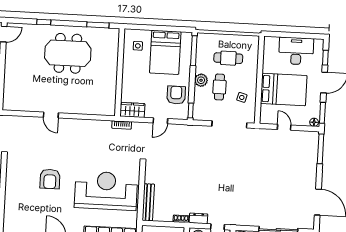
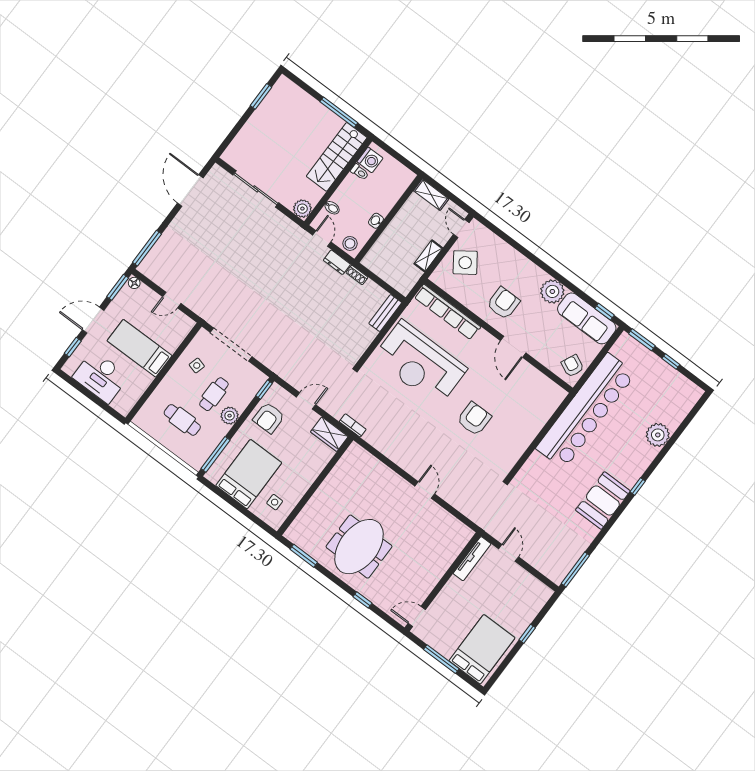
meeting table: (68, 53) -> (359, 547), turned 90
bed: (284, 90) -> (139, 348), width x0.67
door: (284, 127) -> (172, 300), hinge flipped
bench: (148, 202) -> (385, 313), width x0.73

